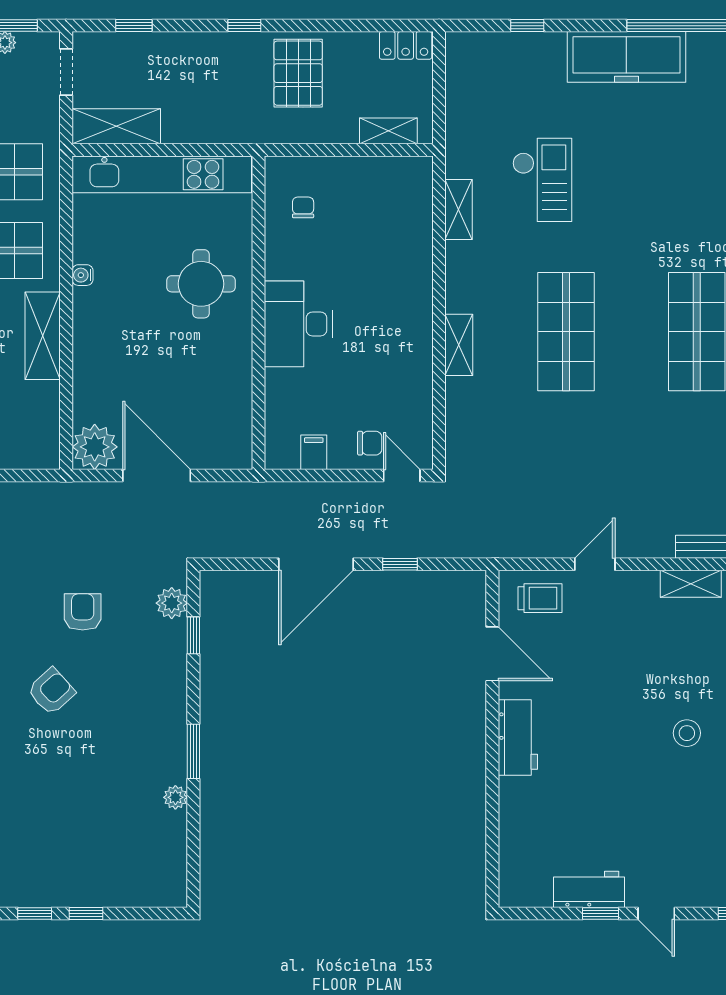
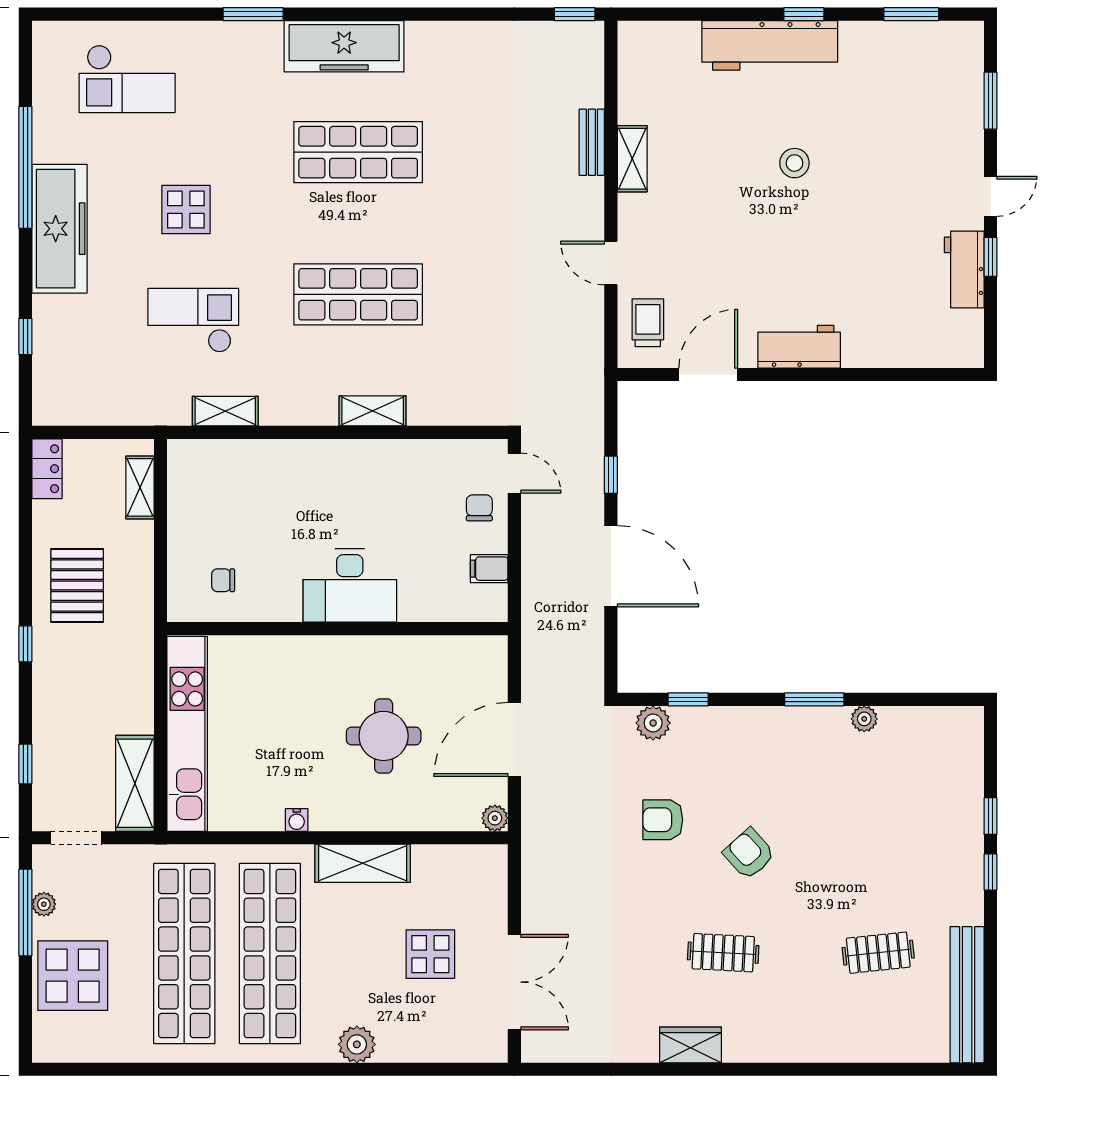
pallet: (298, 73) -> (77, 585), turned 90
display table: (644, 173) -> (186, 210), added
round table: (201, 284) -> (384, 736), moved
plant: (95, 447) -> (495, 818), width x0.53, depth x0.53
door: (402, 475) -> (514, 473), swing flipped

